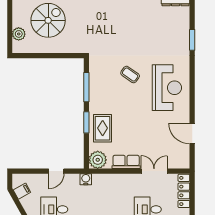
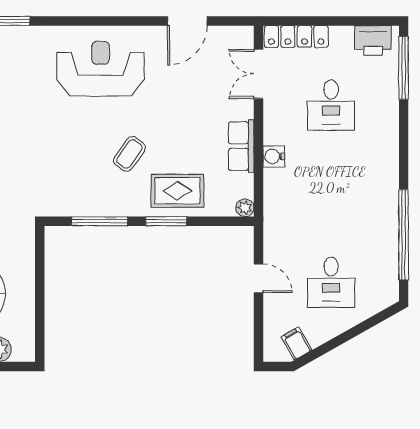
coffee table: (130, 75) -> (129, 154), moved
plant: (98, 160) -> (245, 208), width x0.53, depth x0.53
double door: (154, 171) -> (259, 74), moved
water cooler: (86, 179) -> (274, 156), moved

